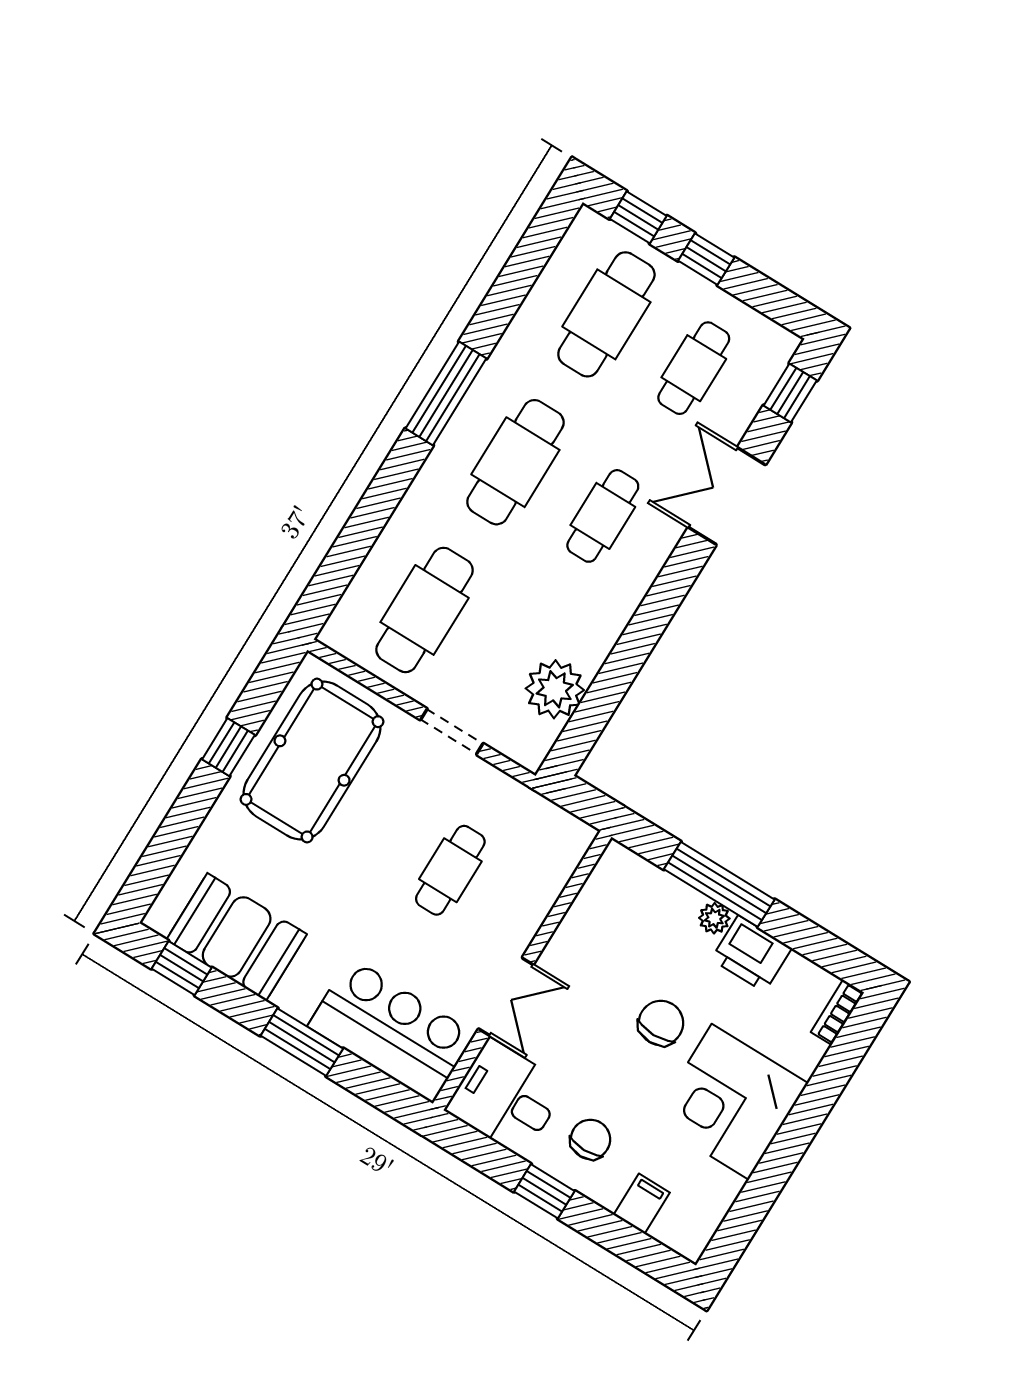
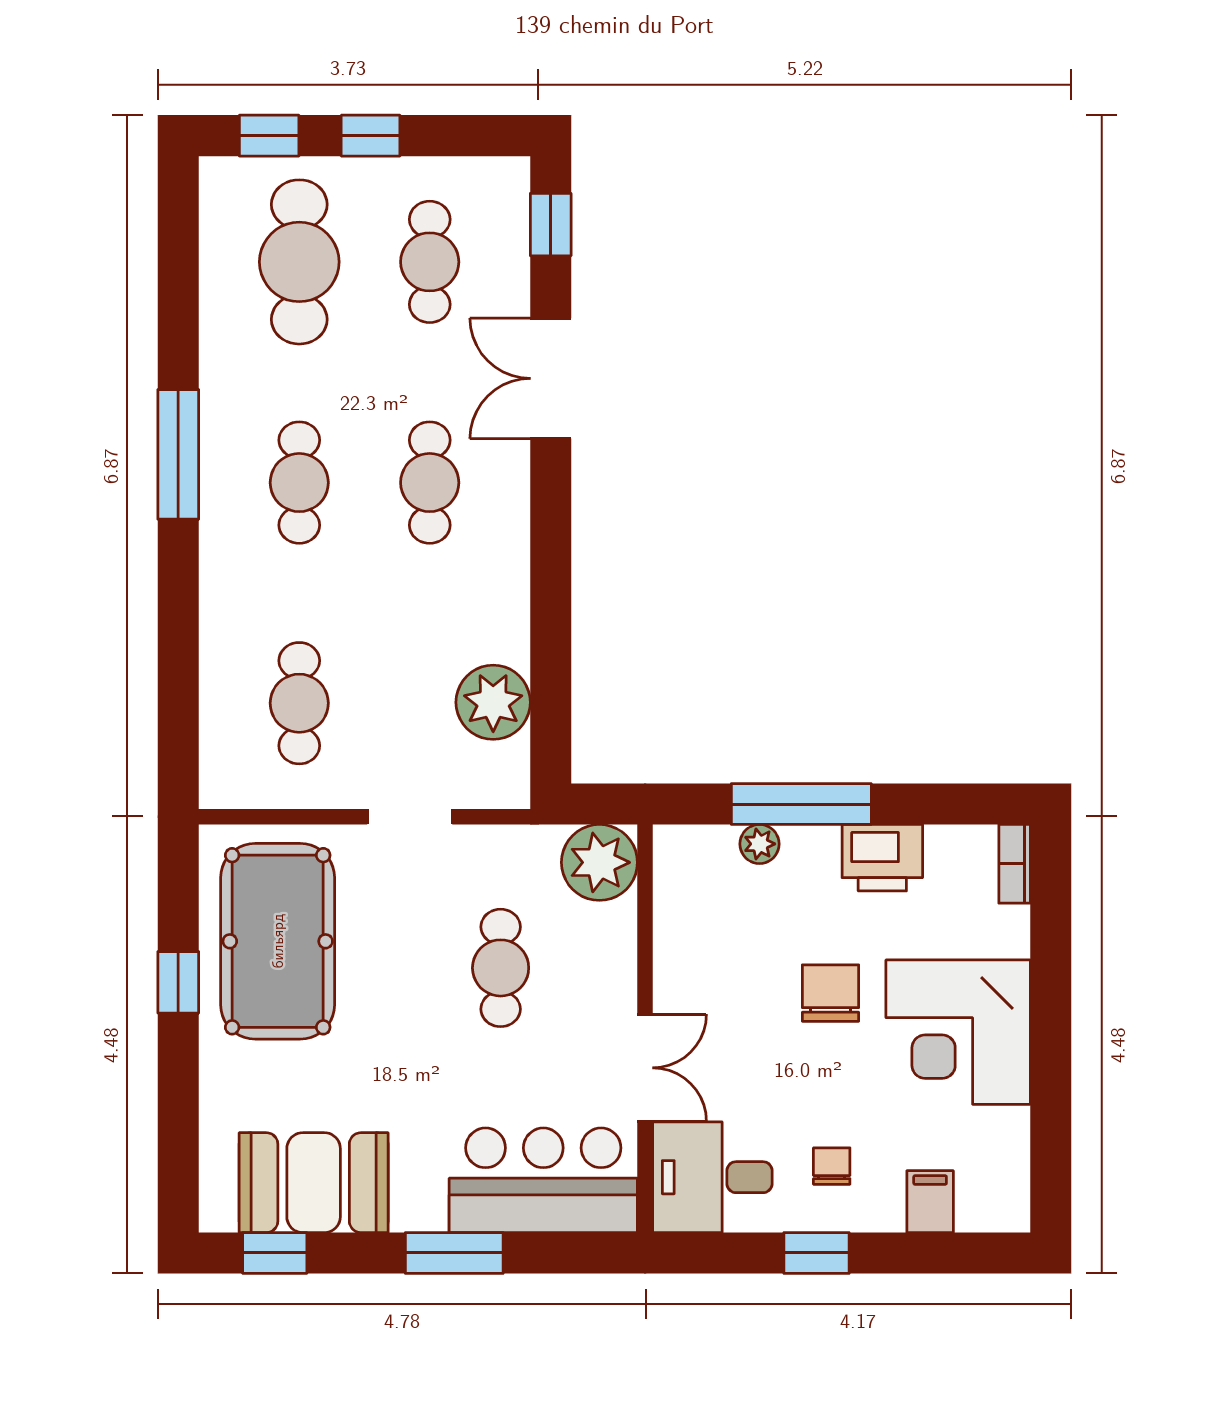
cafe table: (515, 462) -> (299, 483), width x0.73, depth x0.74
cafe table: (425, 610) -> (299, 703), width x0.73, depth x0.74
plant: (560, 840) -> (599, 862), added
plant: (714, 918) -> (759, 844), moved
chair: (590, 1139) -> (832, 1166), width x0.73, depth x0.73

